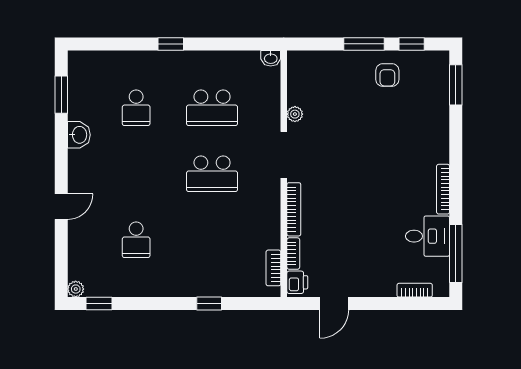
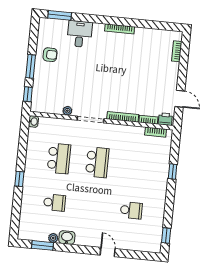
window: (412, 44) -> (28, 94), moved
desk: (428, 236) -> (80, 34), moved
window: (456, 254) -> (158, 25), removed
plant: (76, 289) -> (53, 238), moved

